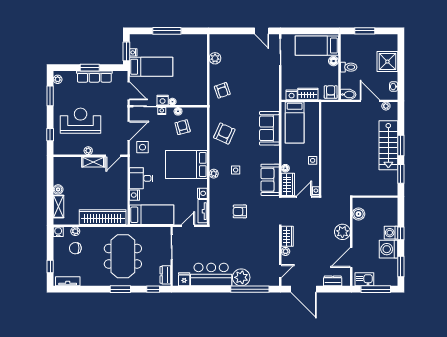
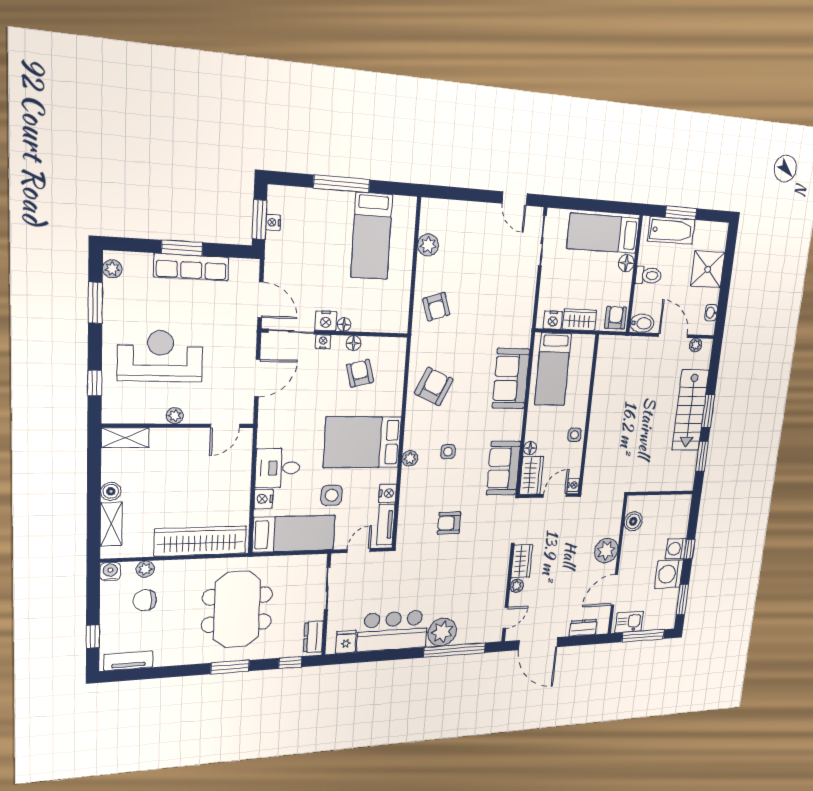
bathtub: (360, 41) -> (671, 230), added
bed: (151, 67) -> (372, 236), moved, turned 90
side table: (143, 147) -> (332, 495), moved
shelving: (93, 162) -> (125, 438), moved

